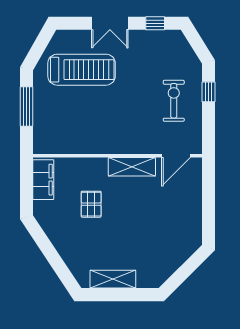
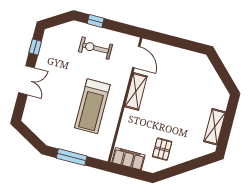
treadmill: (82, 70) -> (92, 106), moved, turned 180
pallet: (91, 204) -> (162, 149), moved, turned 90

